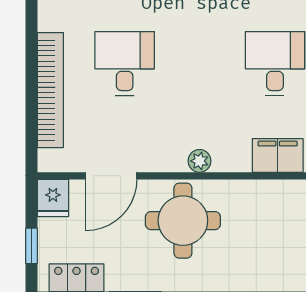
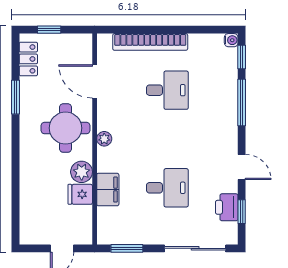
plant: (251, 196) -> (82, 172), added
fridge: (53, 198) -> (80, 194), moved

